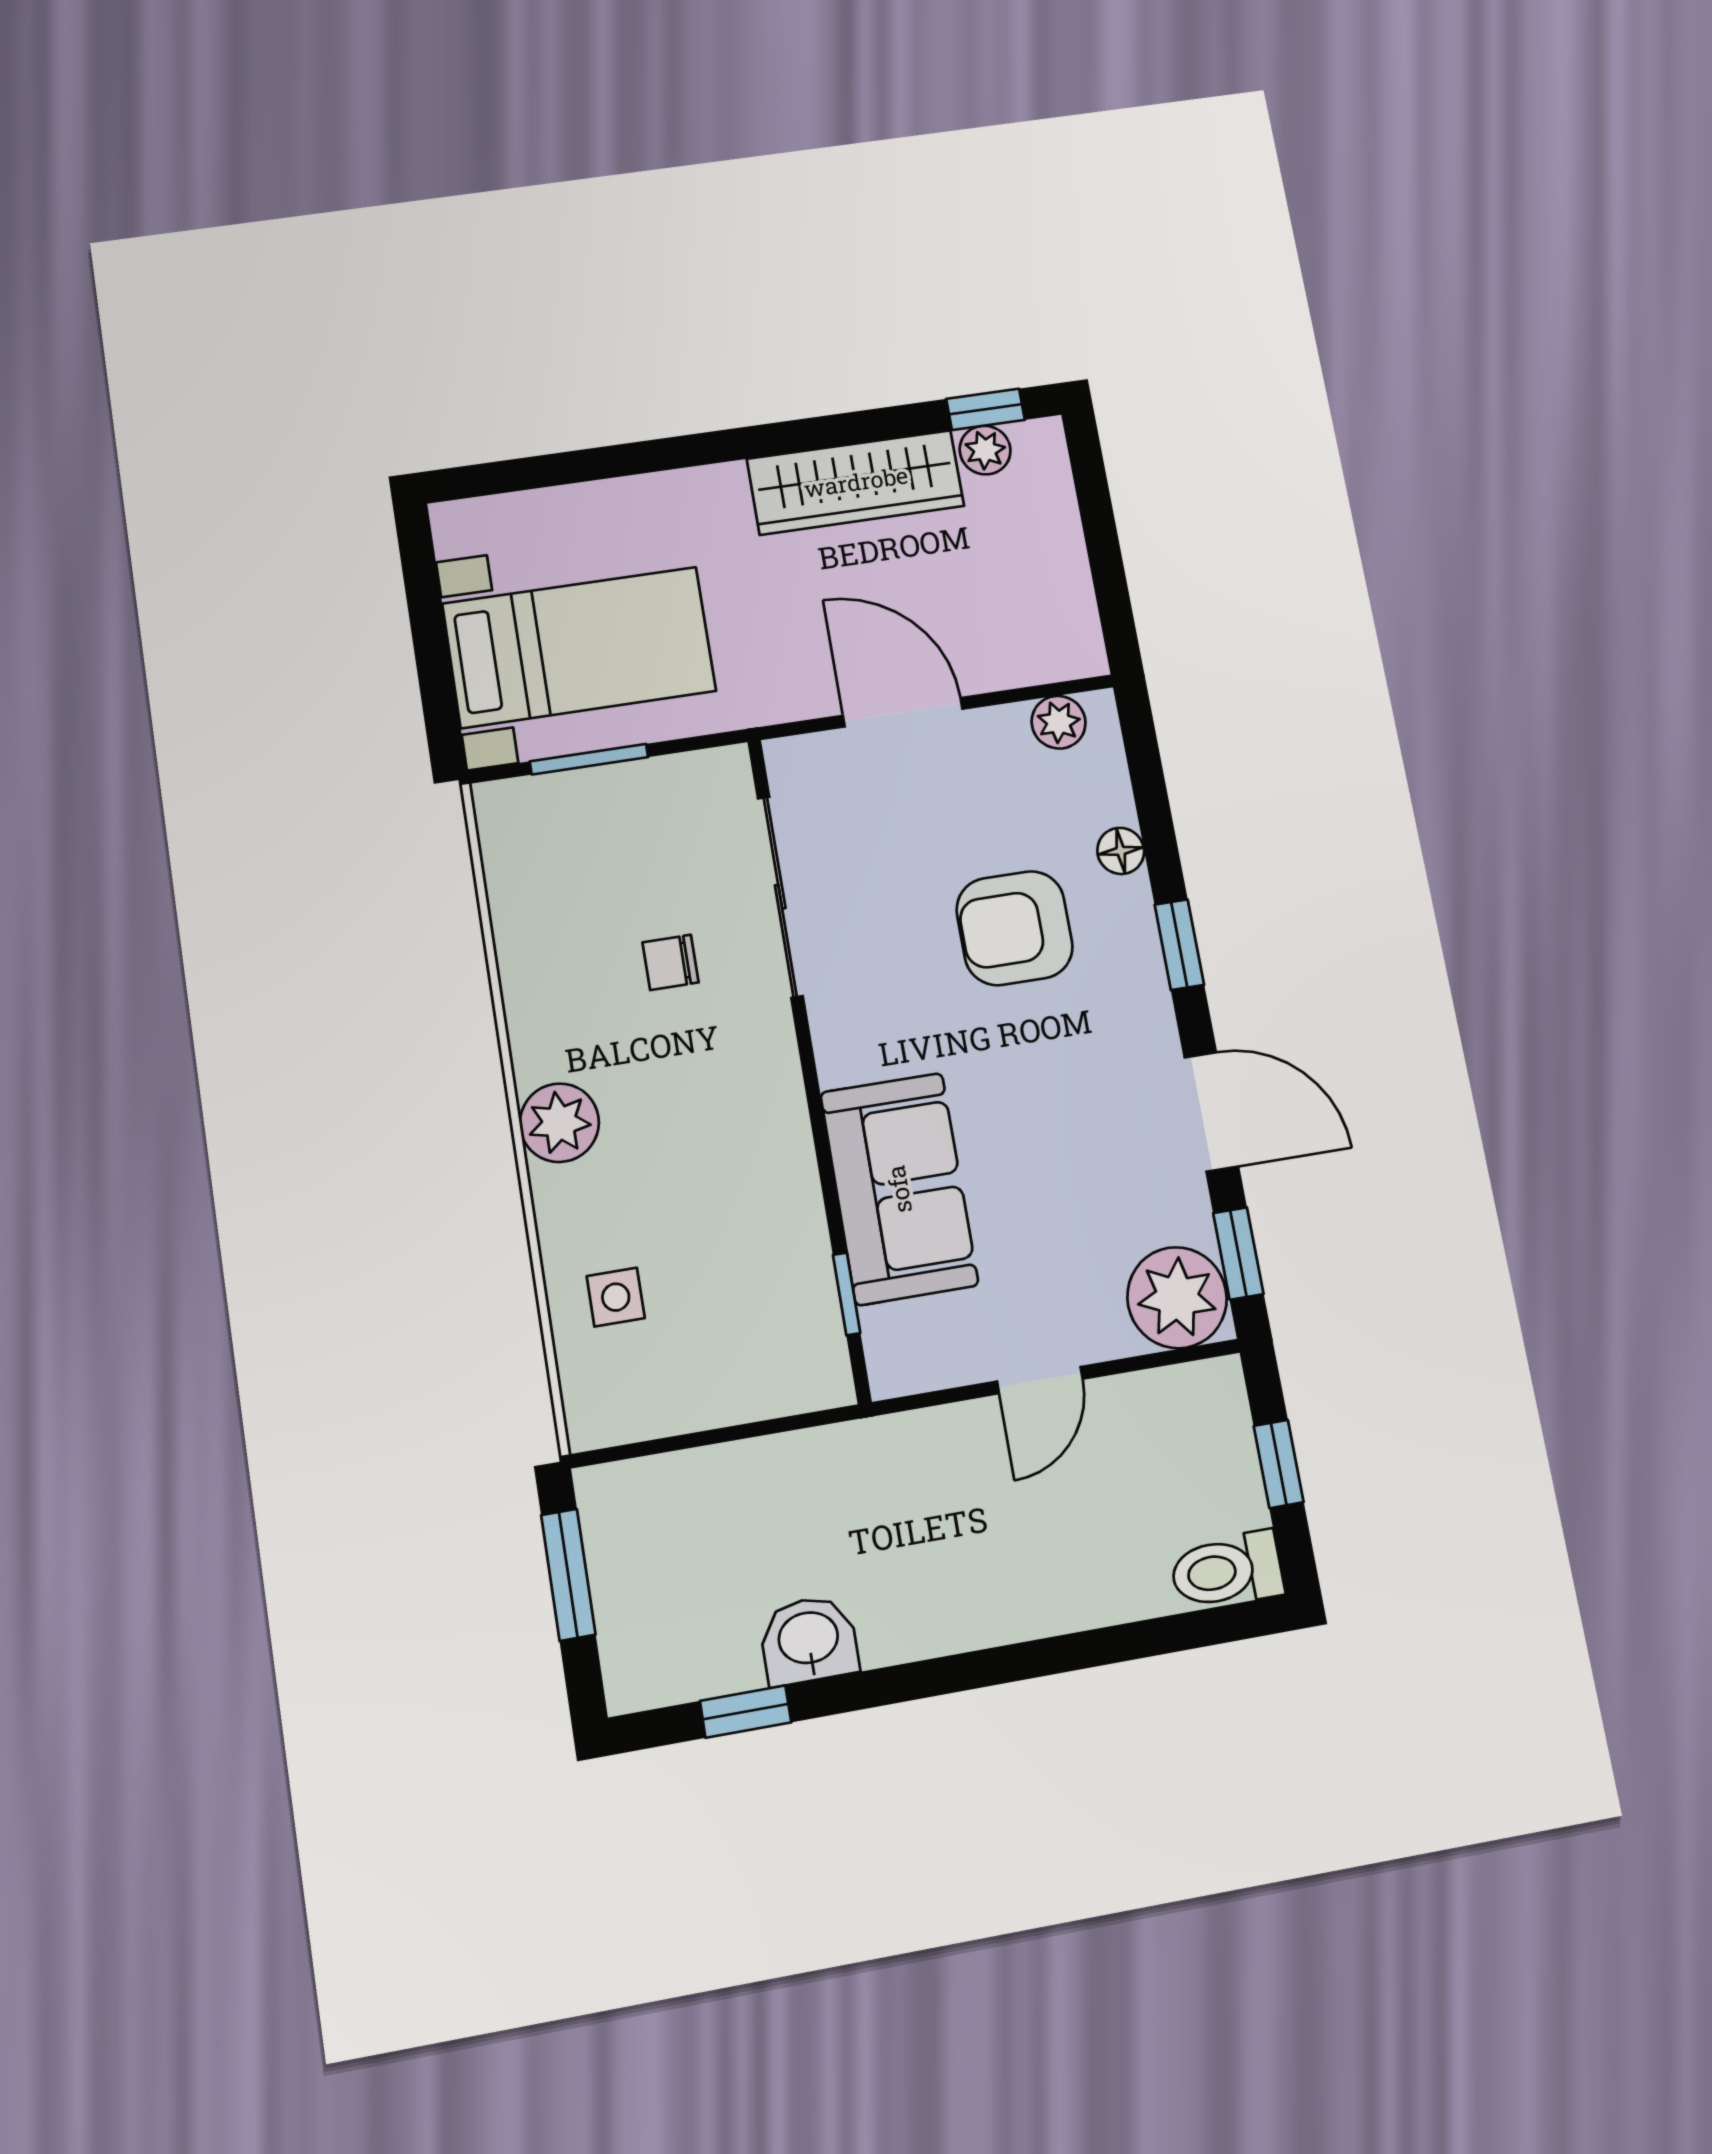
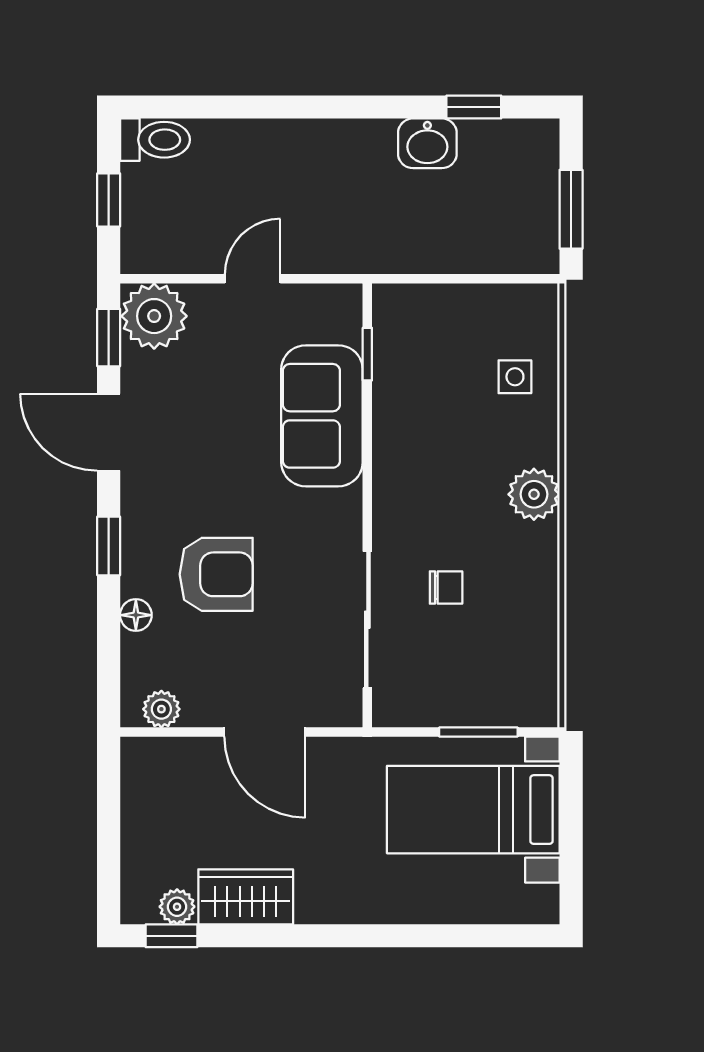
wardrobe: (856, 482) -> (246, 897), width x0.67

